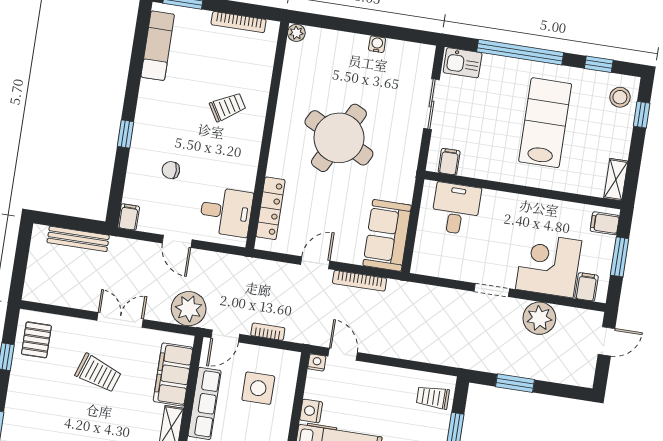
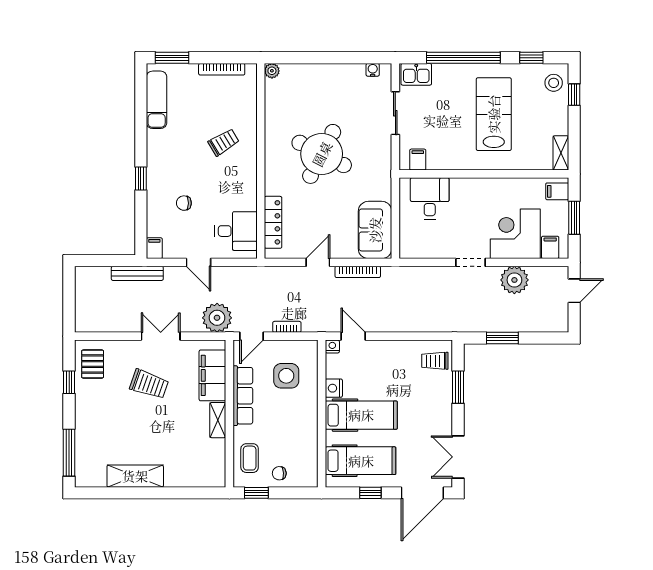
water cooler: (377, 44) -> (373, 70), moved
bench: (78, 239) -> (137, 273), moved

